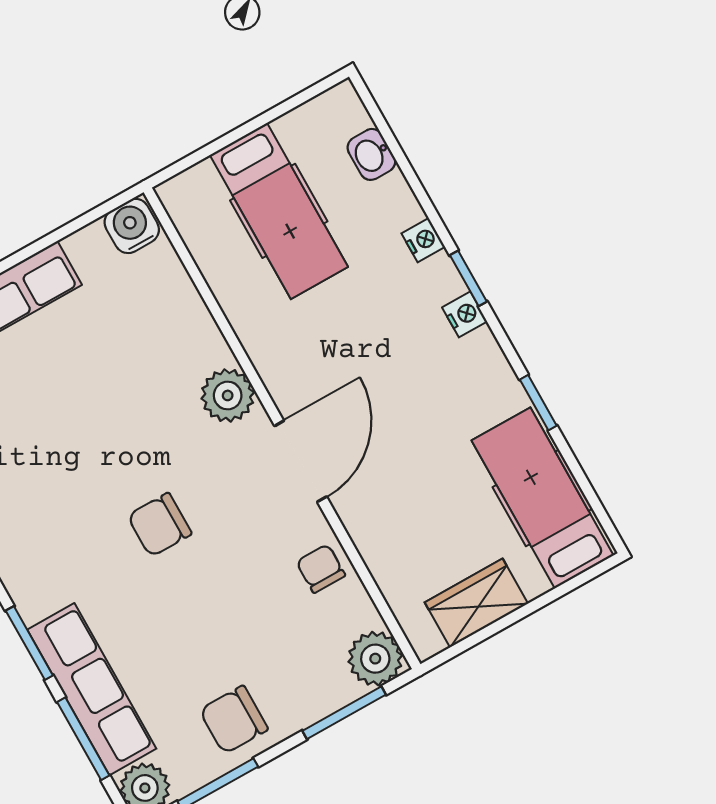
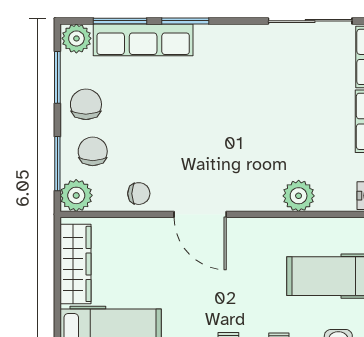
plant: (228, 395) -> (299, 196), moved
chair: (160, 525) -> (93, 151), moved
wardrobe: (476, 603) -> (76, 264), width x1.50

